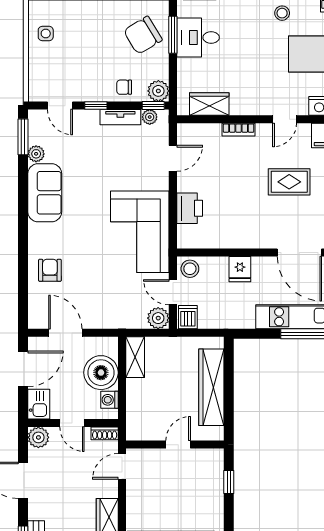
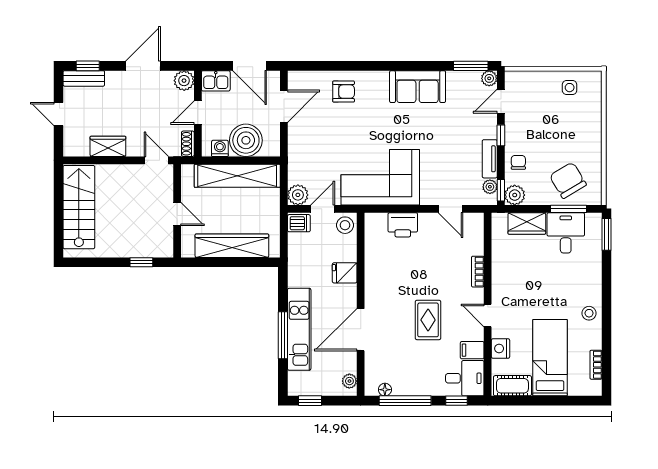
wardrobe: (209, 104) -> (527, 224), moved, turned 90
plant: (36, 154) -> (489, 78), moved
shelving: (135, 357) -> (237, 176), width x2.20, depth x1.33

